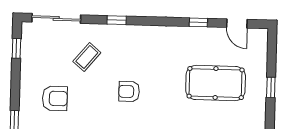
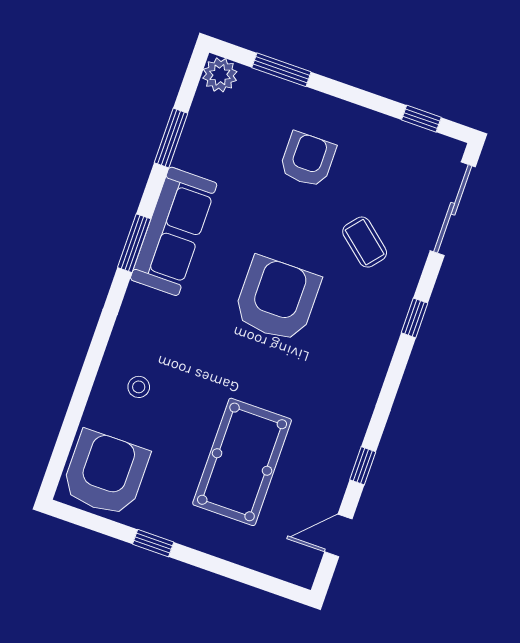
window: (271, 87) -> (153, 543), moved
armchair: (129, 92) -> (277, 299), width x1.88, depth x1.88
armchair: (55, 98) -> (308, 160), turned 180

